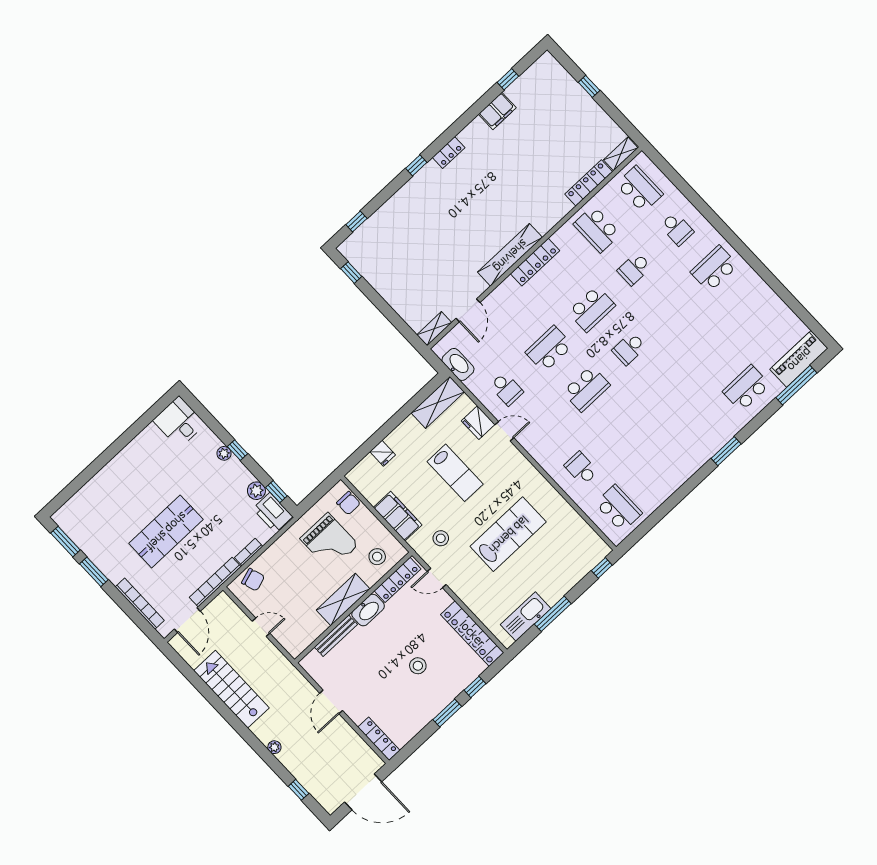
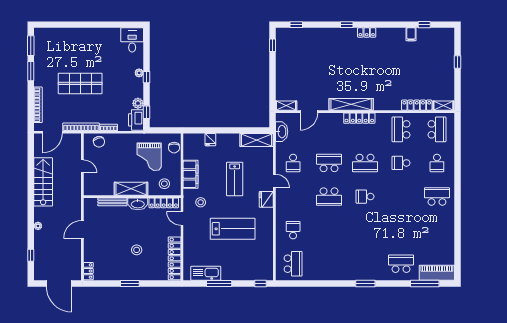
filing cabinet: (497, 111) -> (411, 34), width x0.50
fridge: (478, 423) -> (266, 199), moved
window: (475, 687) -> (153, 283), removed
locker: (379, 739) -> (88, 271), width x0.66

